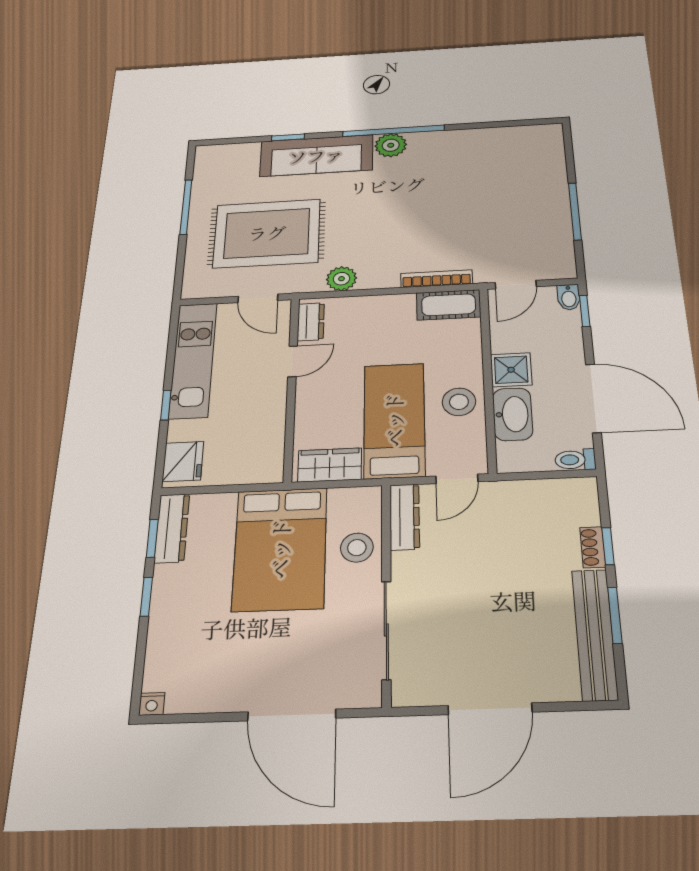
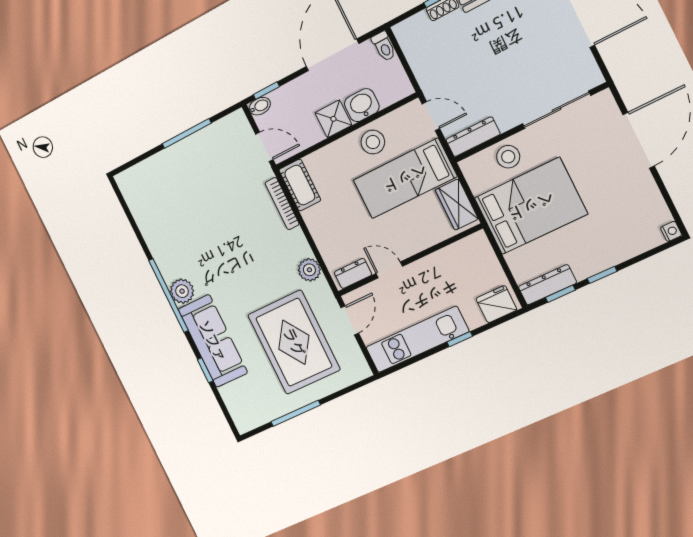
washbasin: (513, 414) -> (362, 105), width x0.72

